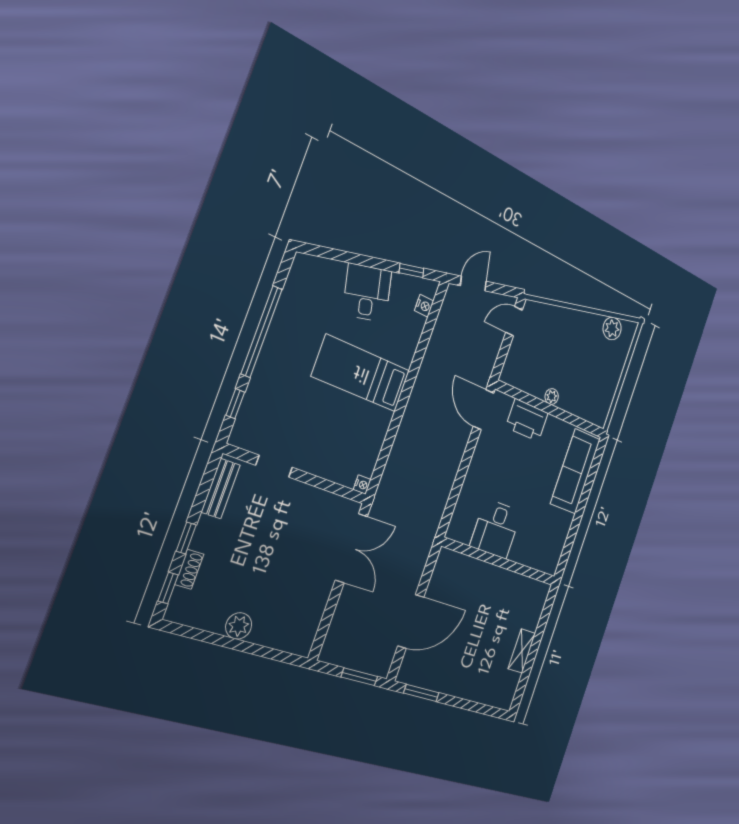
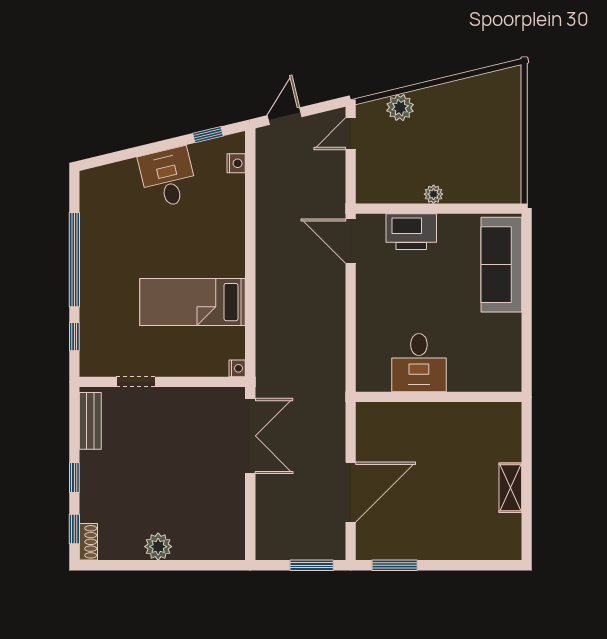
plant: (612, 328) -> (400, 108), moved
bed: (361, 373) -> (193, 302), moved
shoe rack: (189, 569) -> (88, 542), moved

